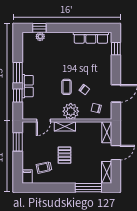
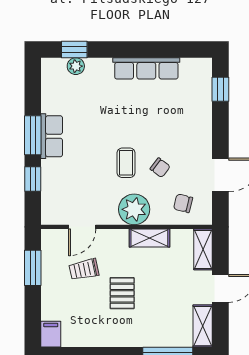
row of seats: (91, 38) -> (146, 68), moved
row of seats: (28, 86) -> (52, 136), moved
shelving: (65, 126) -> (149, 238), moved
trolley: (44, 167) -> (84, 269), moved

